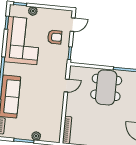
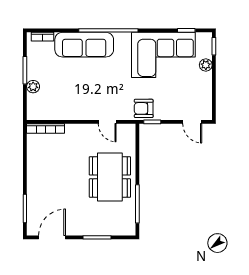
armchair: (55, 37) -> (144, 108), moved, turned 90
dining table: (106, 87) -> (110, 177), turned 90

